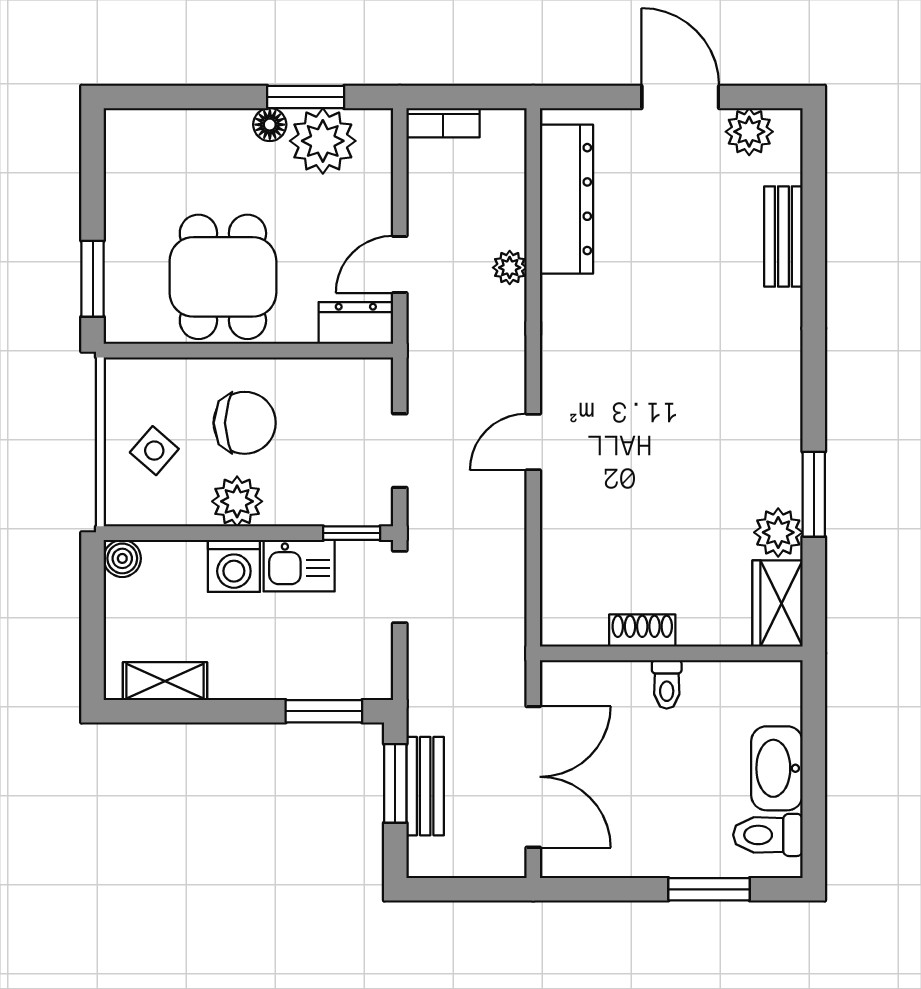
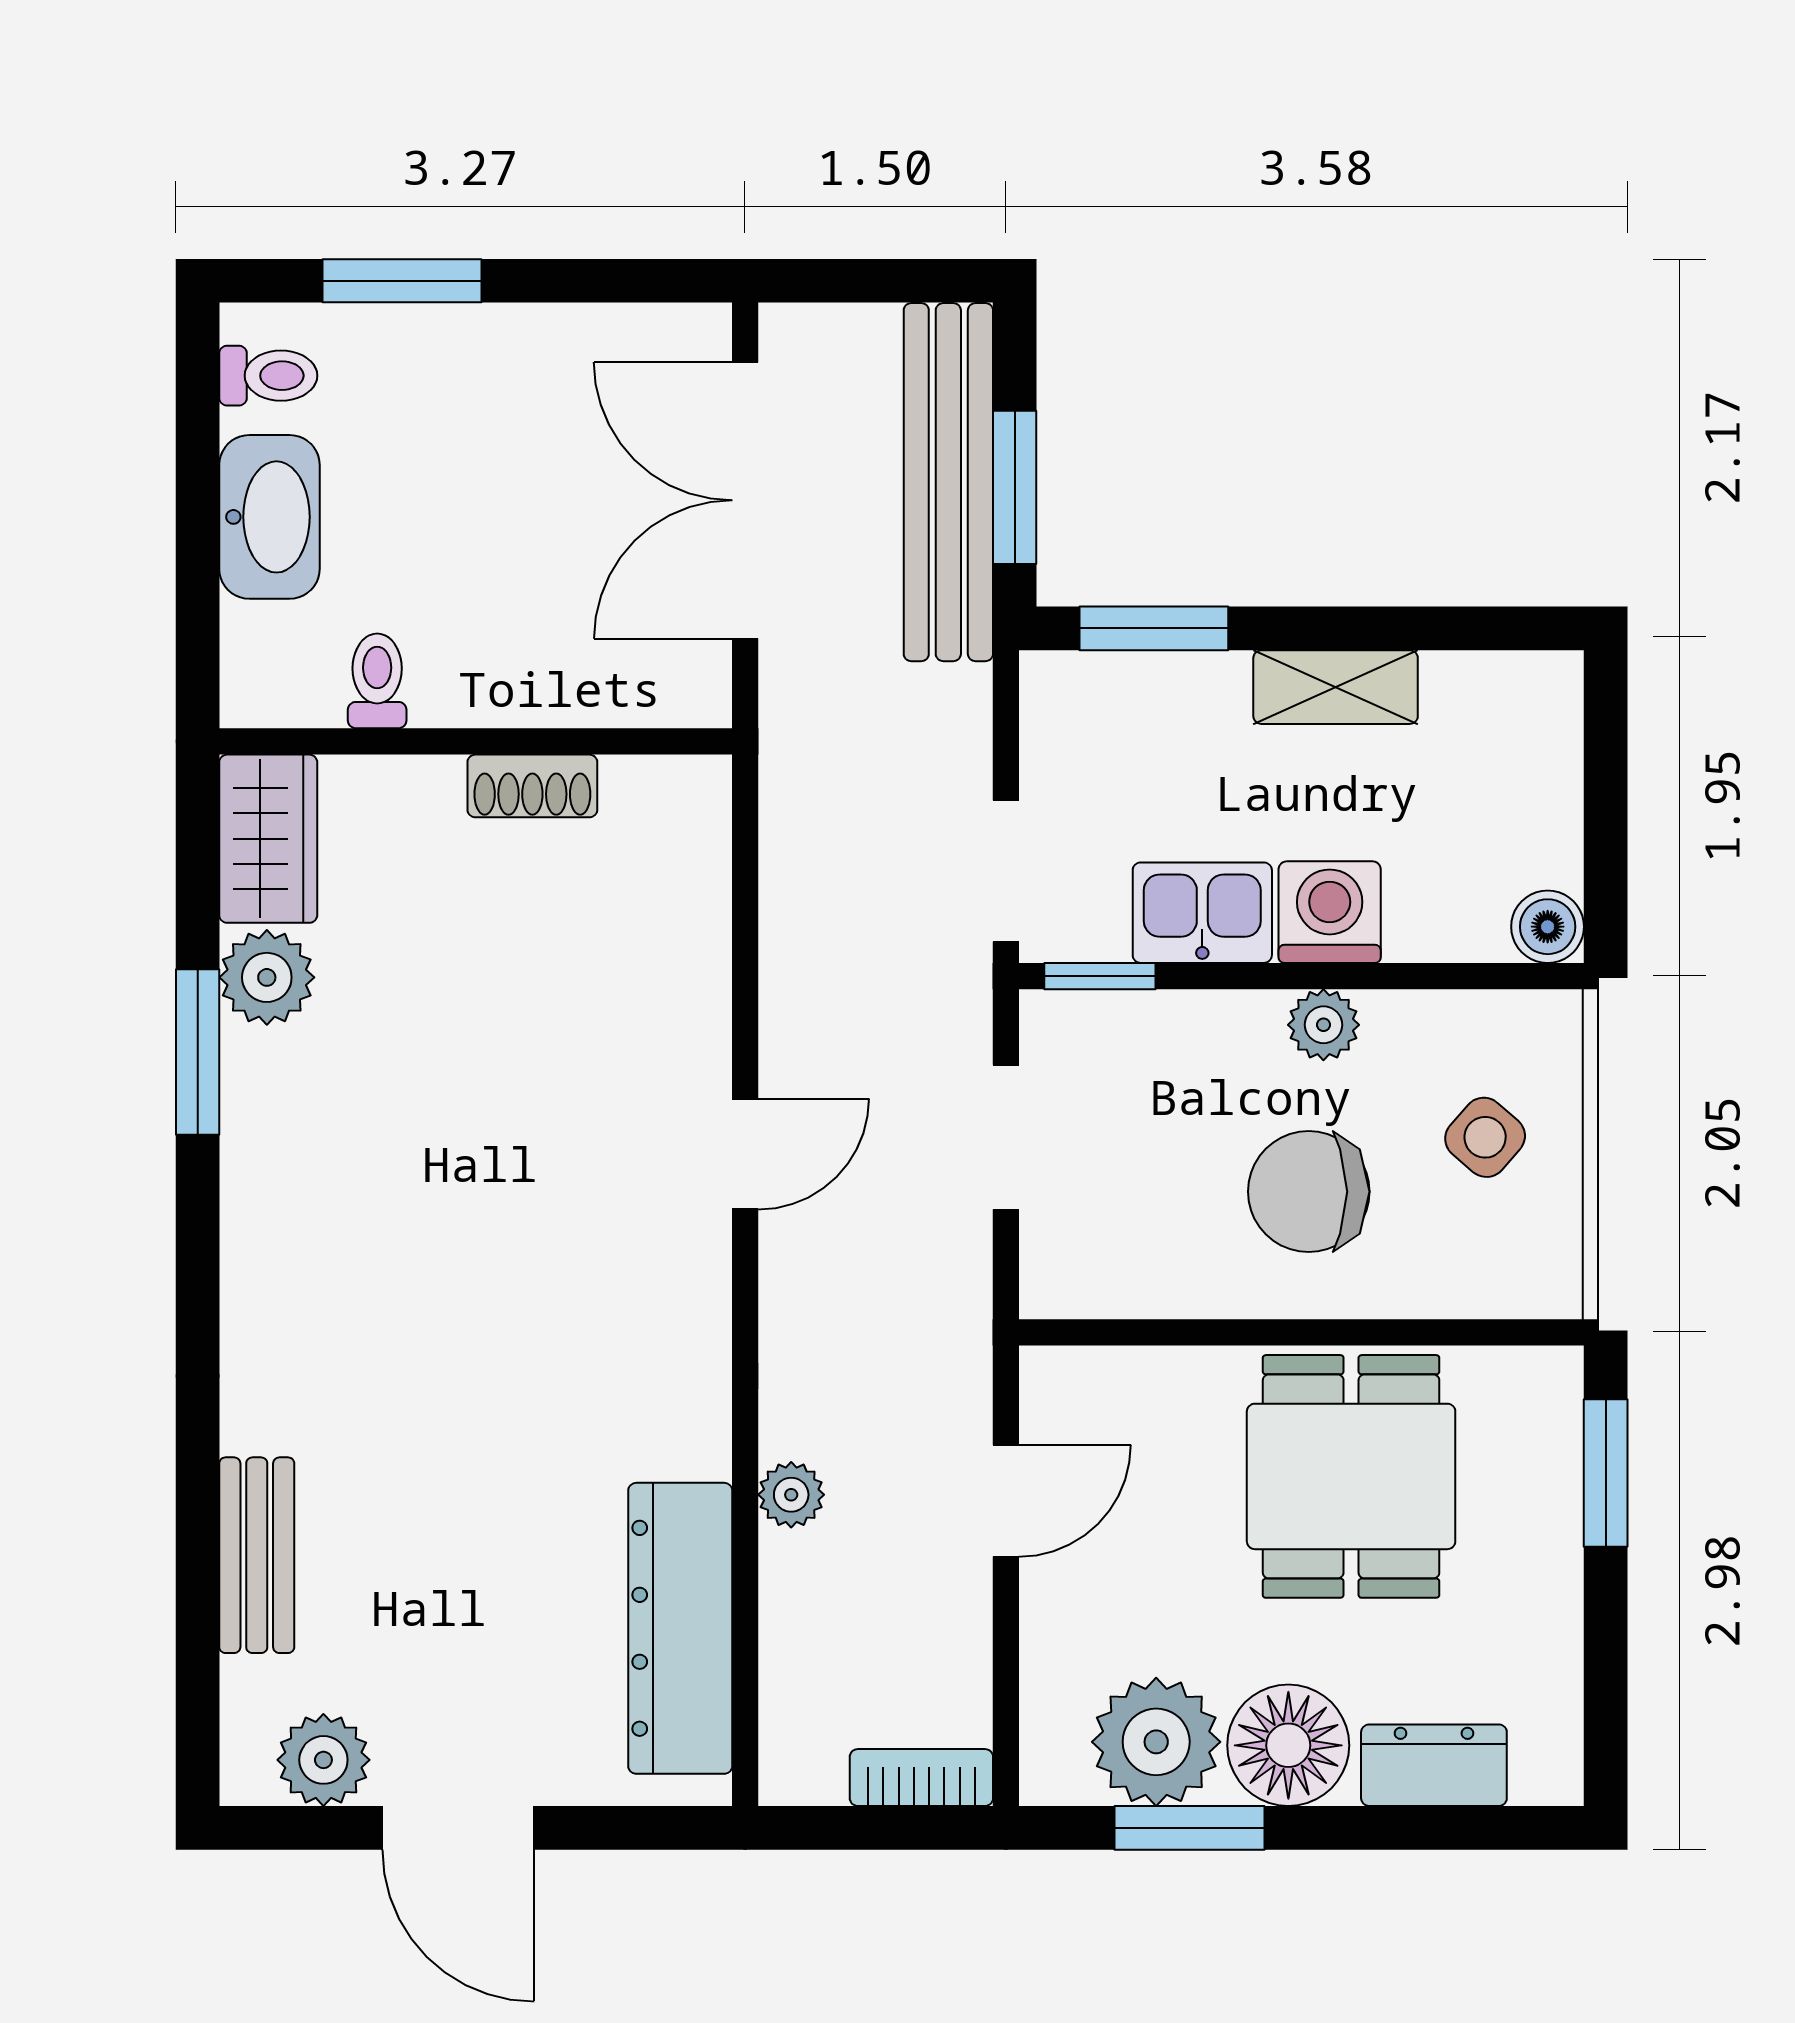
floor lamp: (270, 125) -> (1288, 1745), width x1.89, depth x1.89
dresser: (356, 323) -> (1434, 1765), moved, turned 180
plant: (237, 501) -> (1323, 1025), width x0.73, depth x0.73
shelving: (165, 681) -> (1336, 687), moved
toilet: (667, 684) -> (377, 681), moved
bench: (425, 786) -> (948, 482), width x1.86, depth x1.21
toilet: (768, 835) -> (268, 376), width x0.73, depth x0.72

